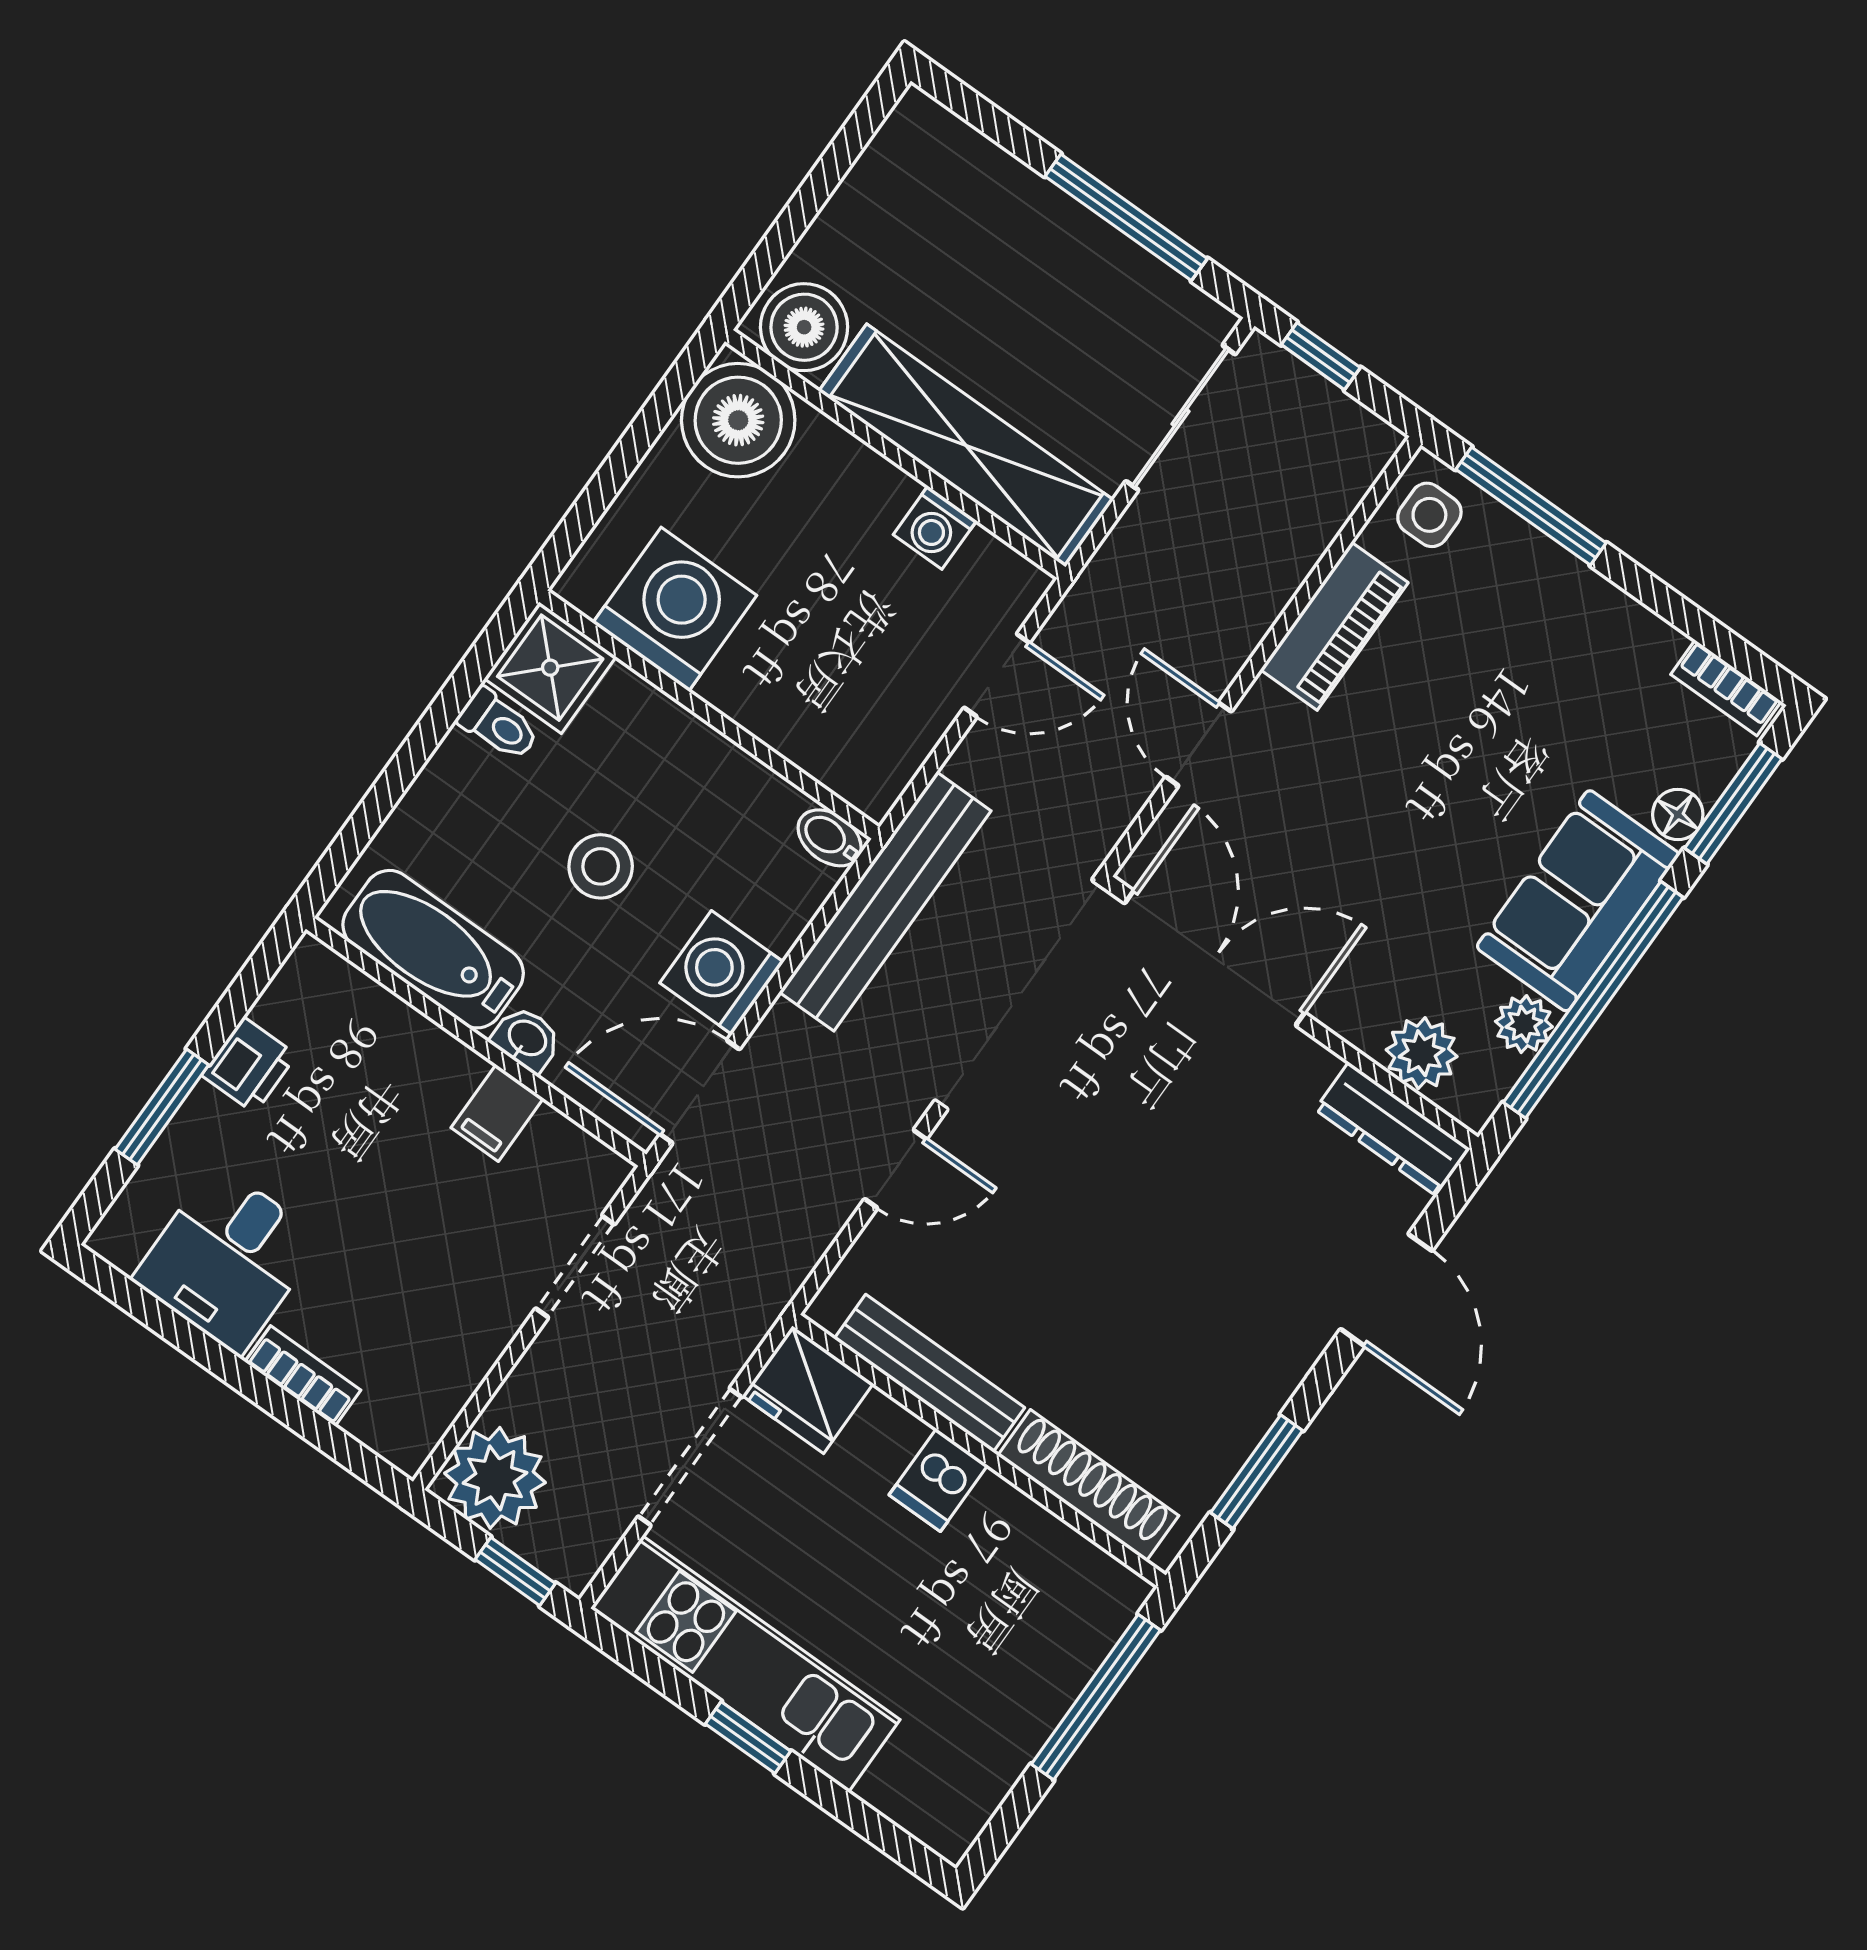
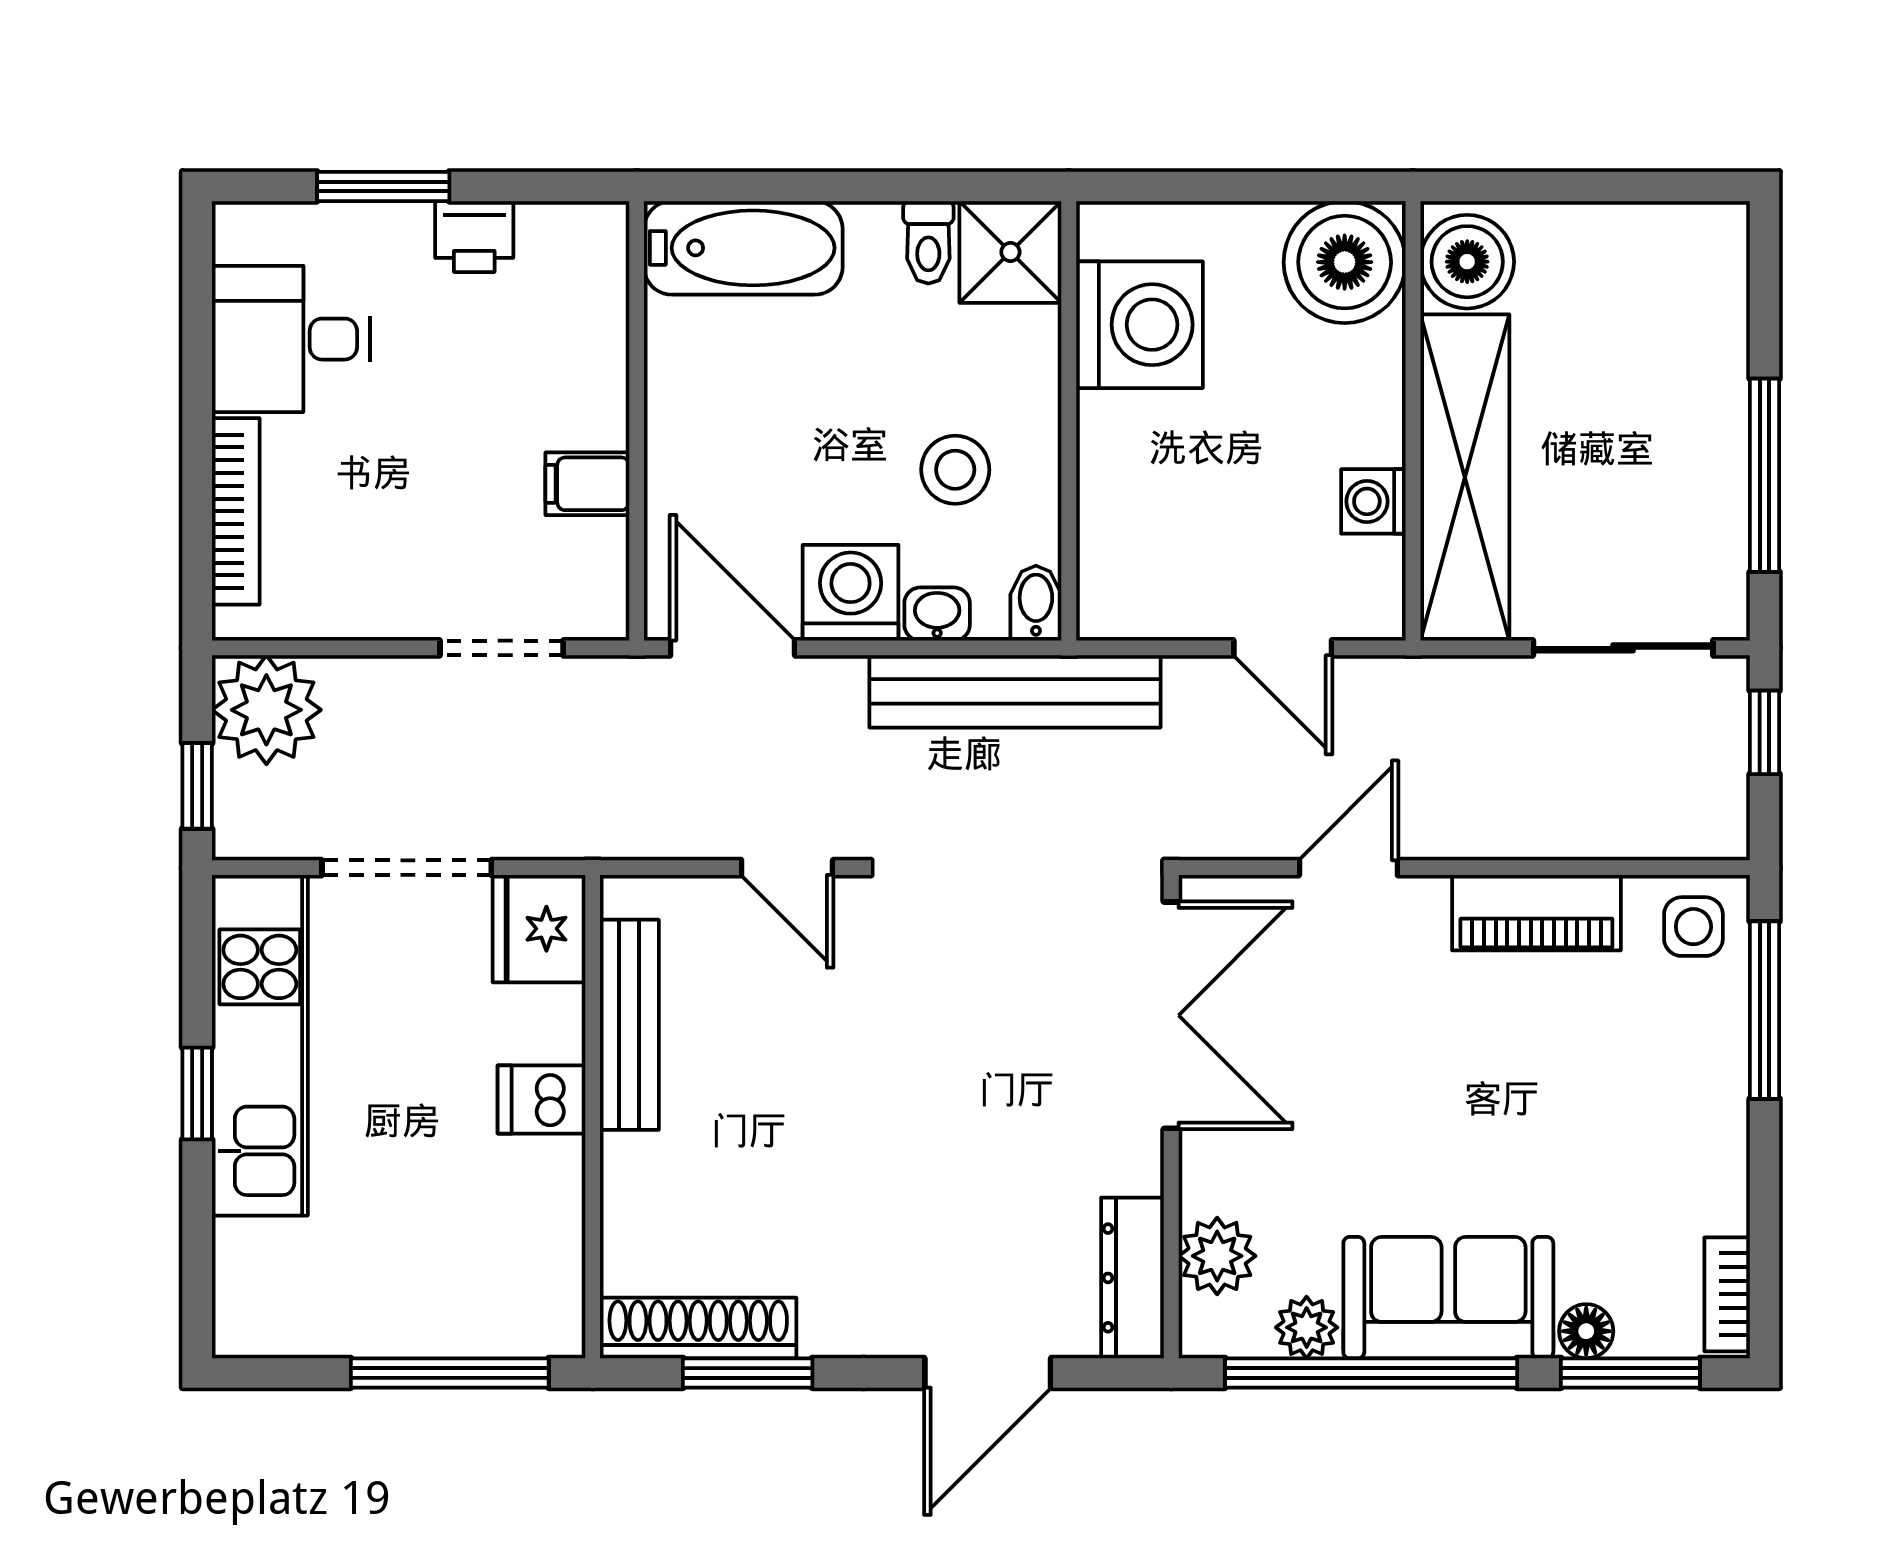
stool: (601, 866) -> (955, 470), moved
bathtub: (433, 949) -> (743, 248), moved, turned 90
washbasin: (527, 1039) -> (937, 614), moved, turned -90
bookcase: (303, 1376) -> (236, 511), width x1.56
shoe rack: (1088, 1485) -> (698, 1328), moved, turned -90

